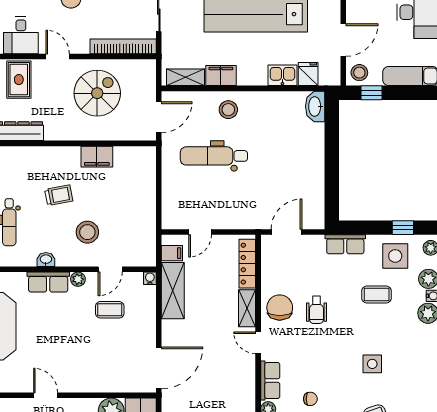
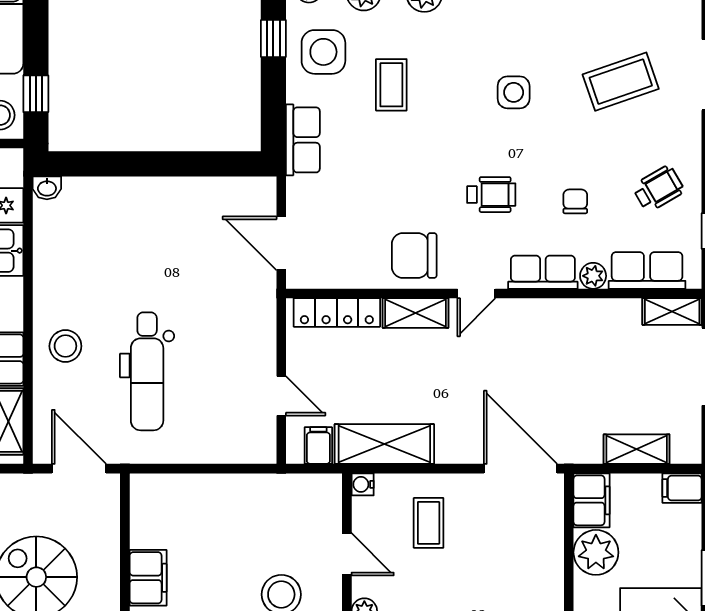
washbasin: (315, 106) -> (47, 188), width x0.52, depth x0.69
coffee table: (110, 310) -> (429, 523), moved
wheelchair: (316, 310) -> (491, 195), moved

